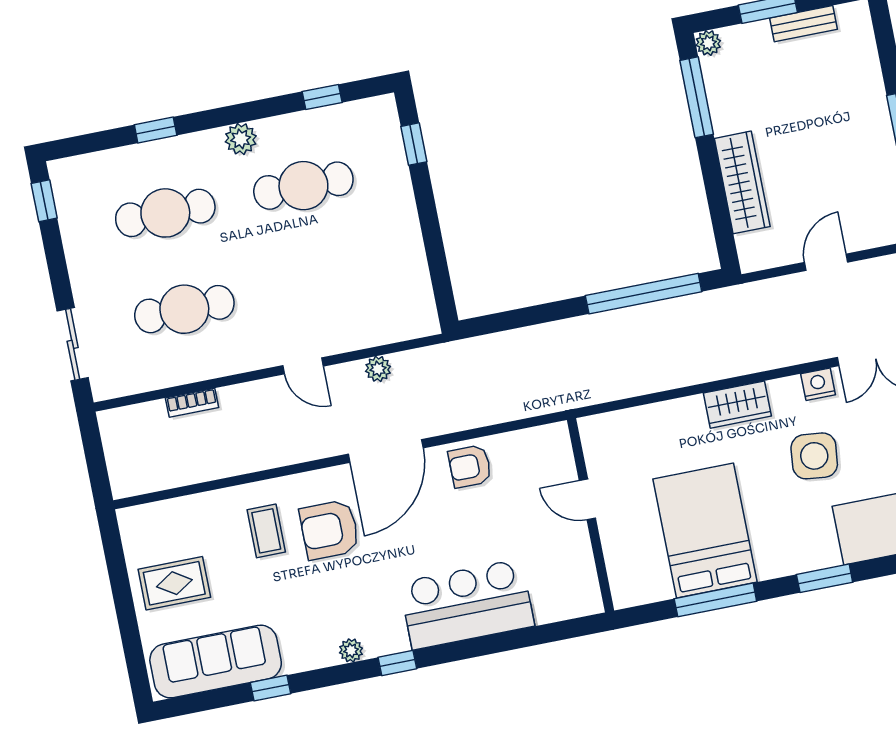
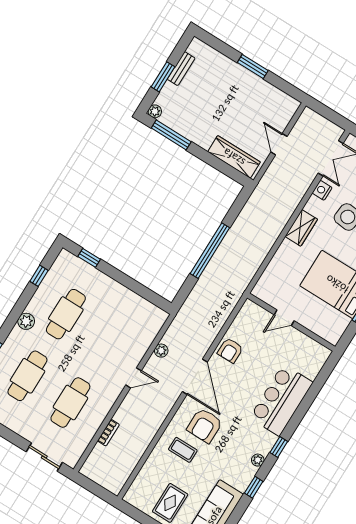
wardrobe: (742, 182) -> (234, 157), moved
window: (644, 294) -> (210, 251), moved
window: (270, 688) -> (254, 487), moved

